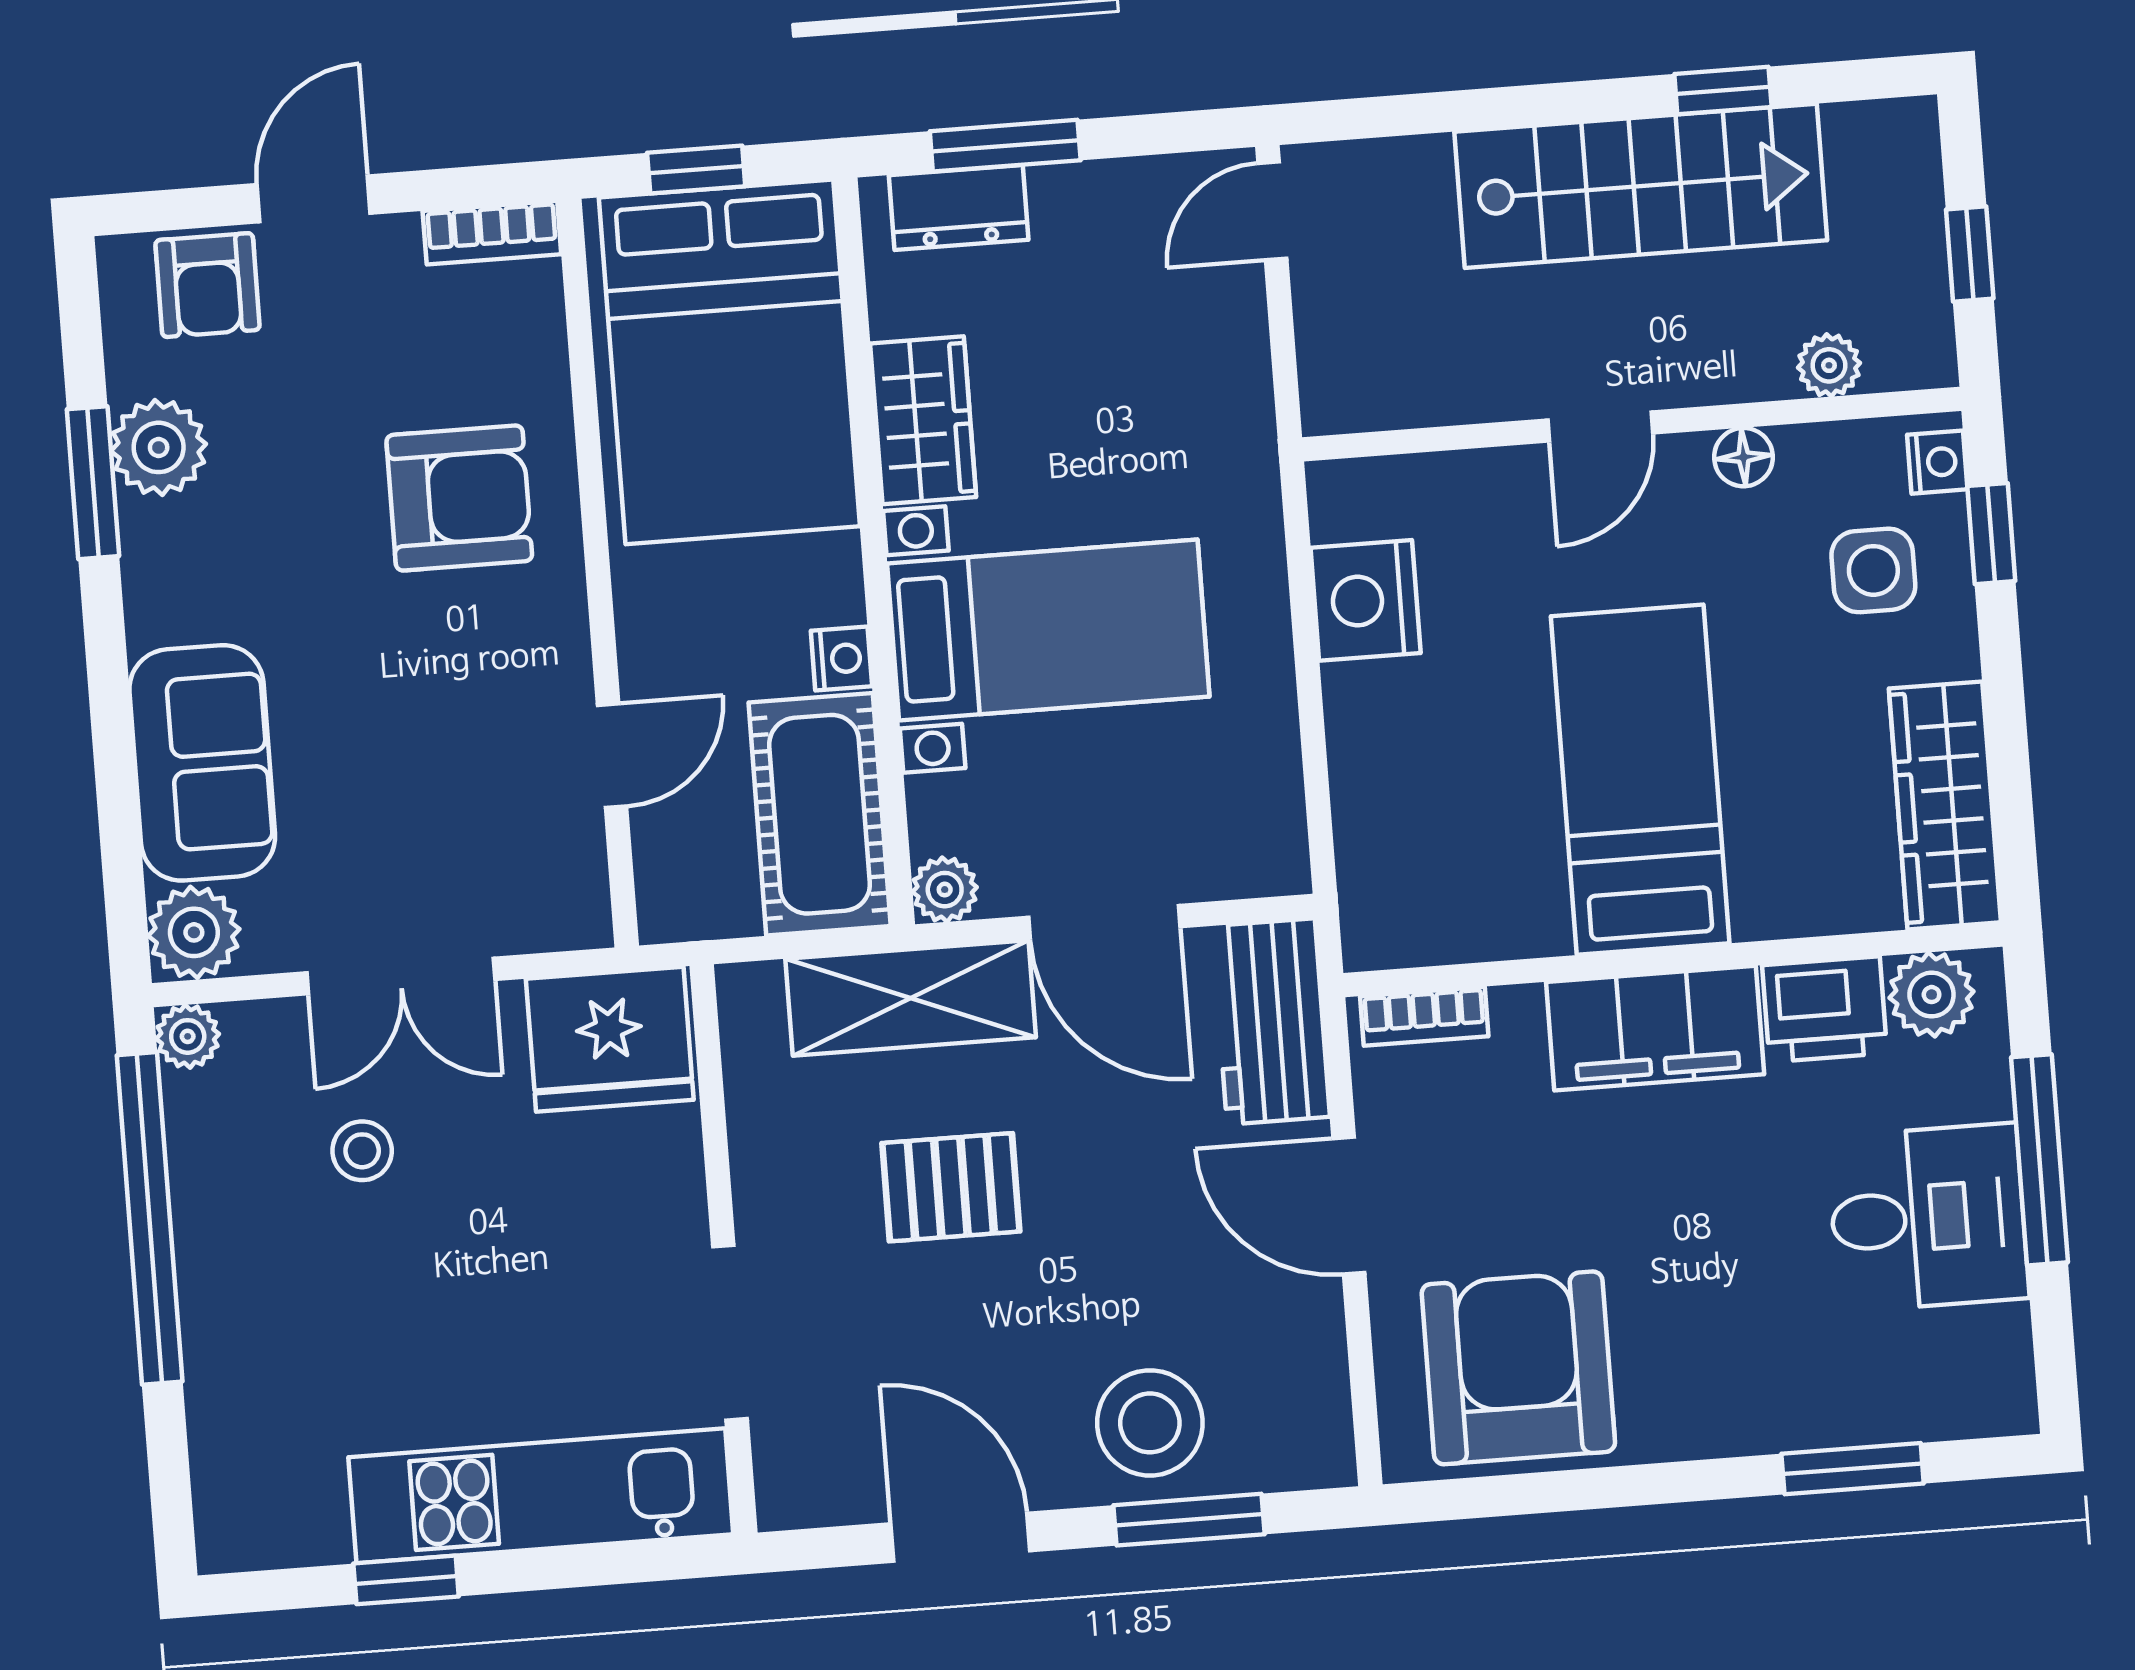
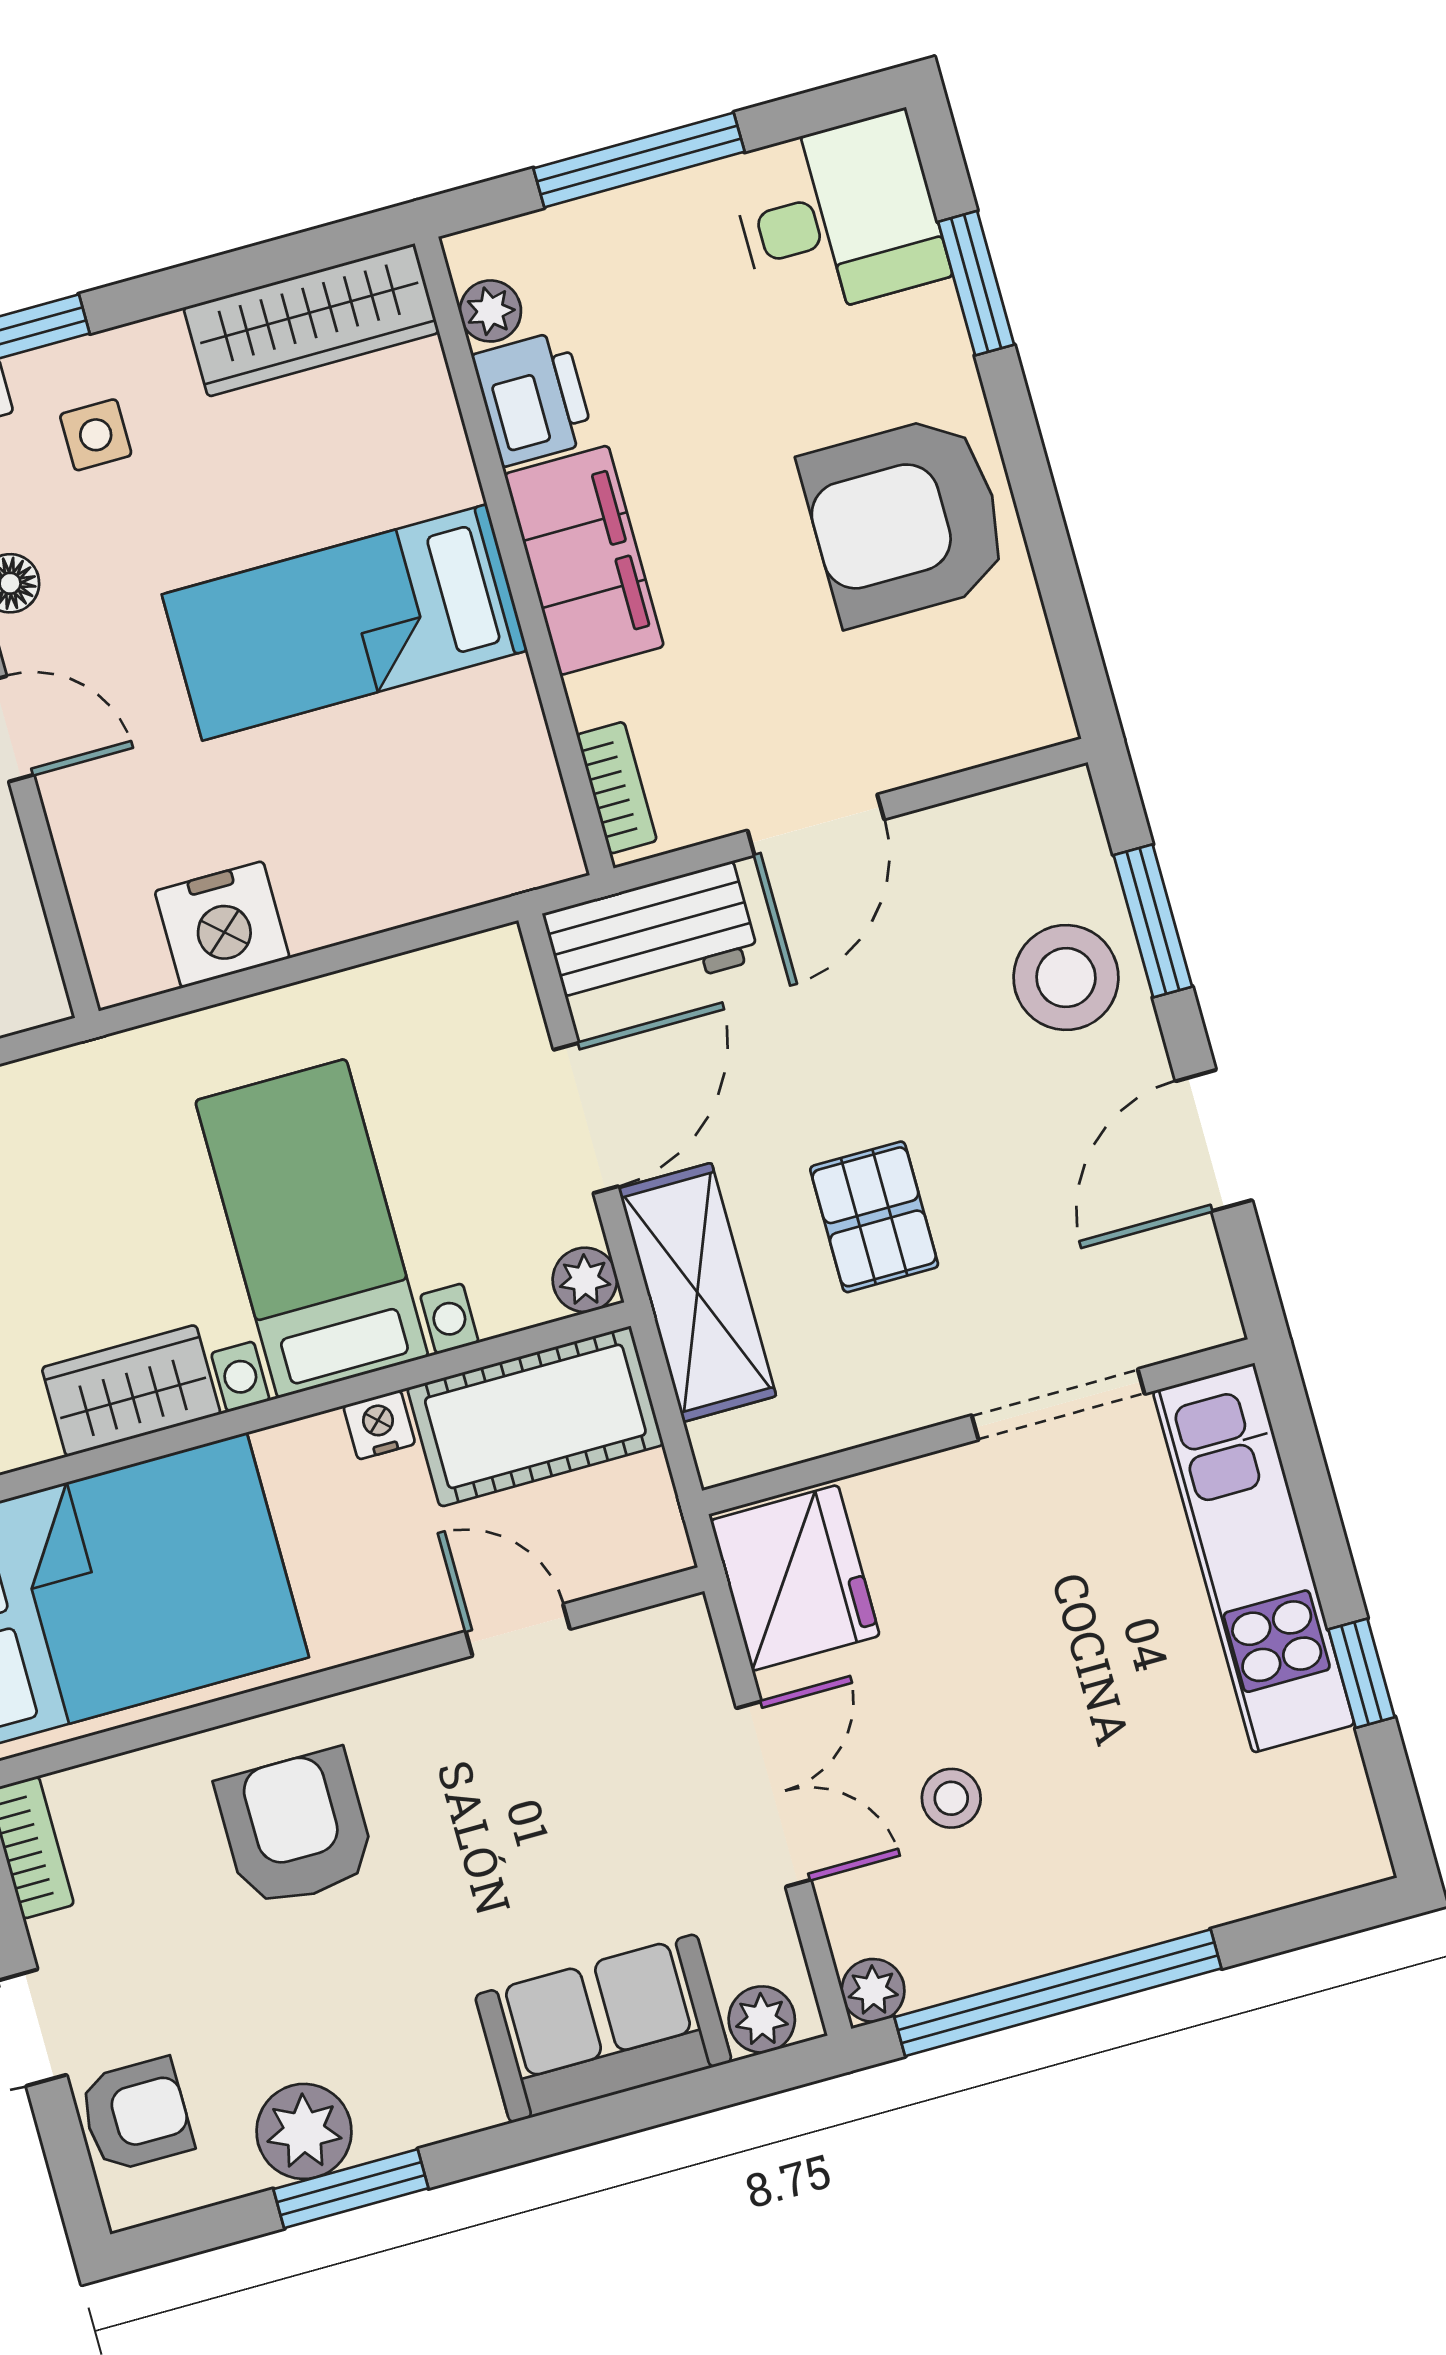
side table: (1873, 570) -> (96, 435), width x0.73, depth x0.73
plant: (194, 932) -> (762, 2019), width x0.73, depth x0.73
plant: (1932, 995) -> (490, 311), width x0.73, depth x0.73
desk: (1928, 1217) -> (838, 217), moved, turned 90
armchair: (1518, 1368) -> (905, 520), moved

